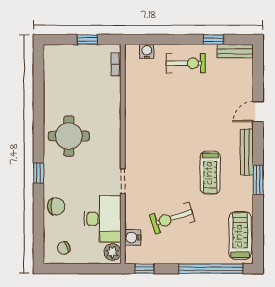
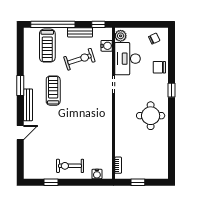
bench: (235, 51) -> (80, 32), moved
treadmill: (240, 236) -> (47, 46), moved

